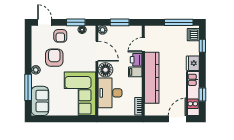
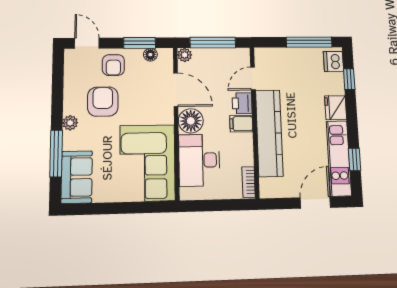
window: (120, 22) -> (213, 43), width x1.44

